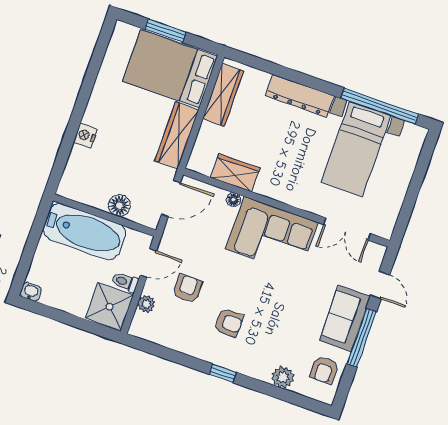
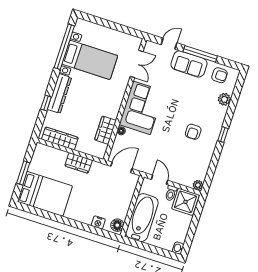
bed: (170, 69) -> (45, 194), moved, turned -90
window: (284, 72) -> (46, 103), added
nightstand: (85, 135) -> (98, 222), moved
wardrobe: (177, 135) -> (79, 163), width x0.67
door: (171, 198) -> (121, 167), hinge flipped
floor lamp: (119, 206) -> (117, 225), moved
armchair: (187, 289) -> (174, 156), removed
plant: (146, 304) -> (198, 185), moved
armchair: (229, 323) -> (193, 132), turned 180

